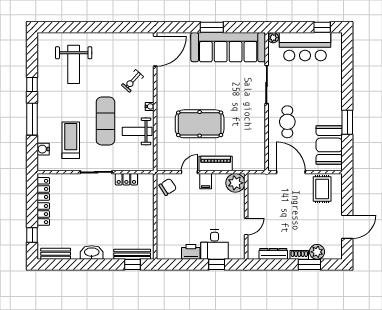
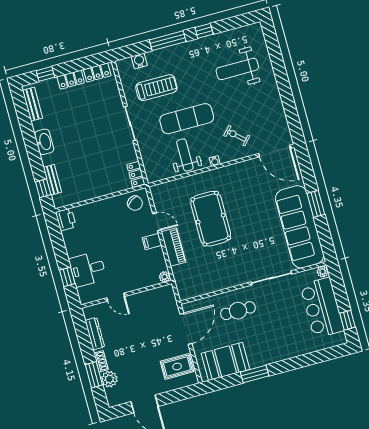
locker: (126, 179) -> (136, 174), moved
plant: (235, 183) -> (165, 277), width x0.53, depth x0.53
printer: (191, 252) -> (66, 219), moved
bench: (132, 254) -> (52, 180), width x0.73

